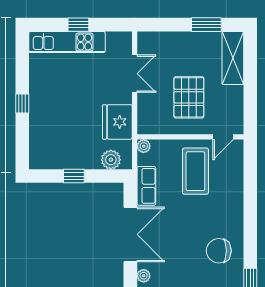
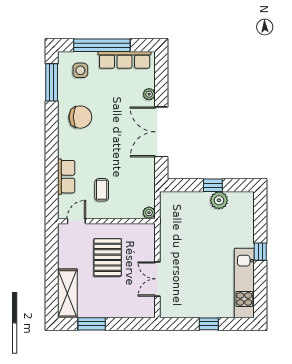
kitchen unit: (67, 42) -> (244, 283), moved, turned -90
fridge: (117, 122) -> (173, 235), removed
plant: (111, 160) -> (219, 200), moved
coffee table: (195, 171) -> (102, 190), width x0.54, depth x0.58
row of seats: (146, 186) -> (66, 177), moved, turned 180

